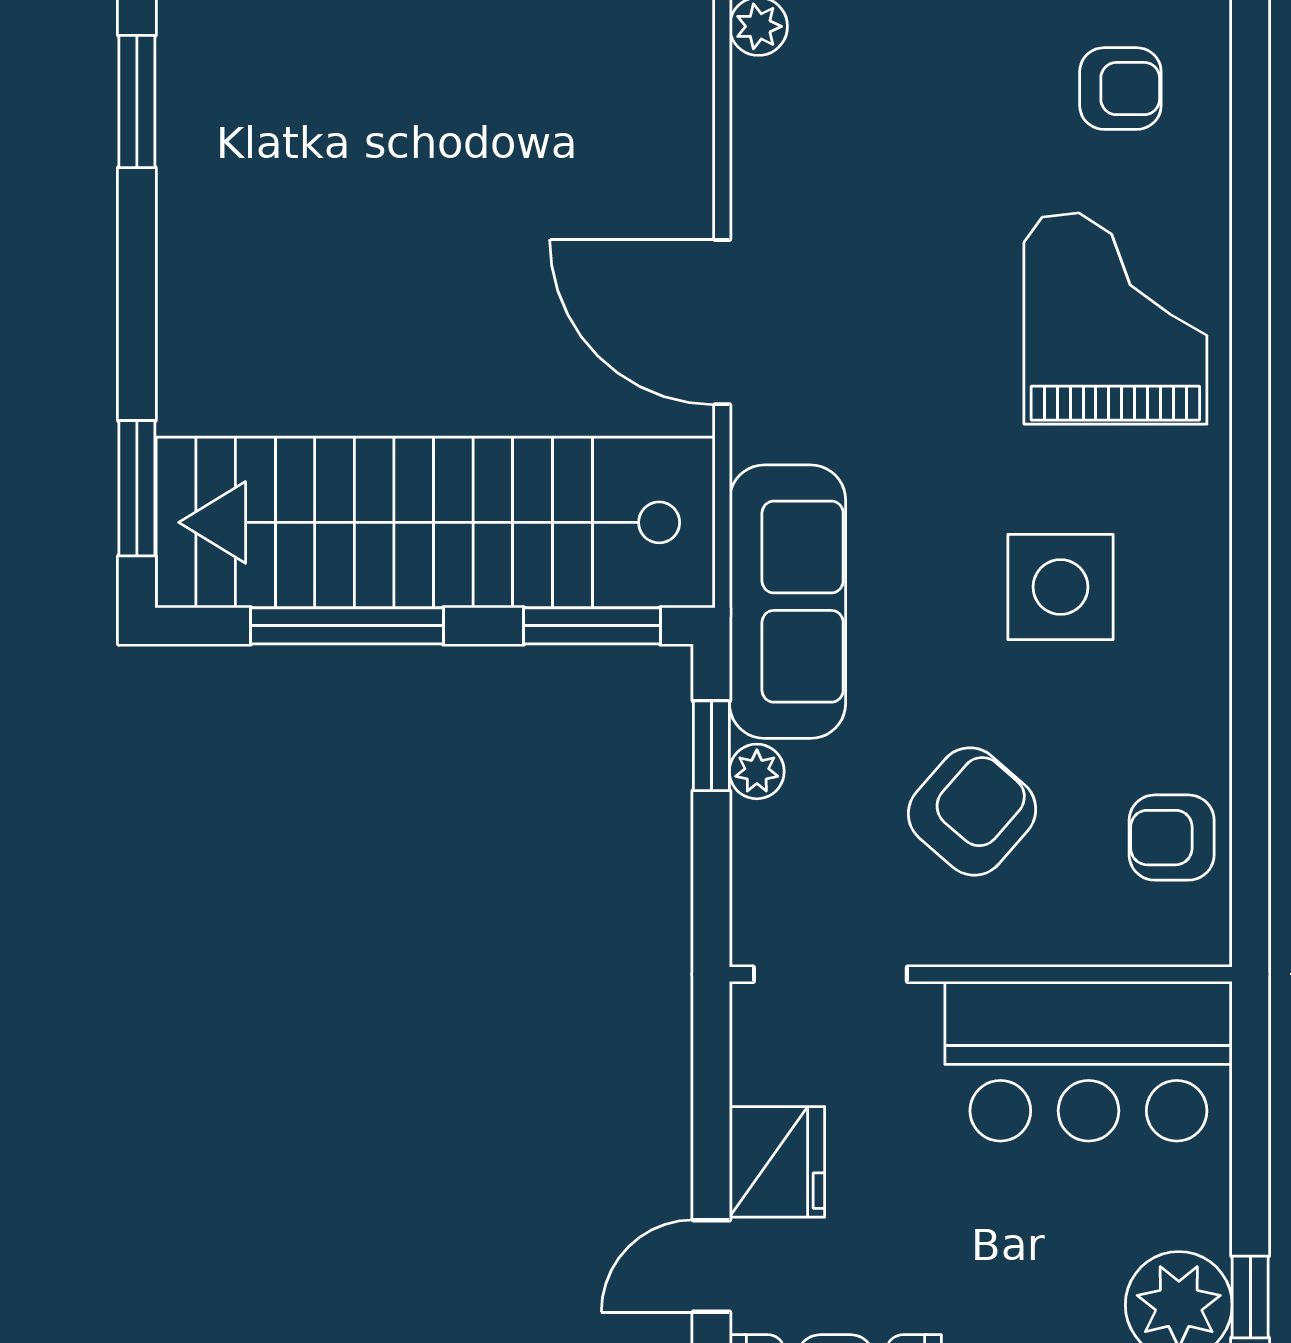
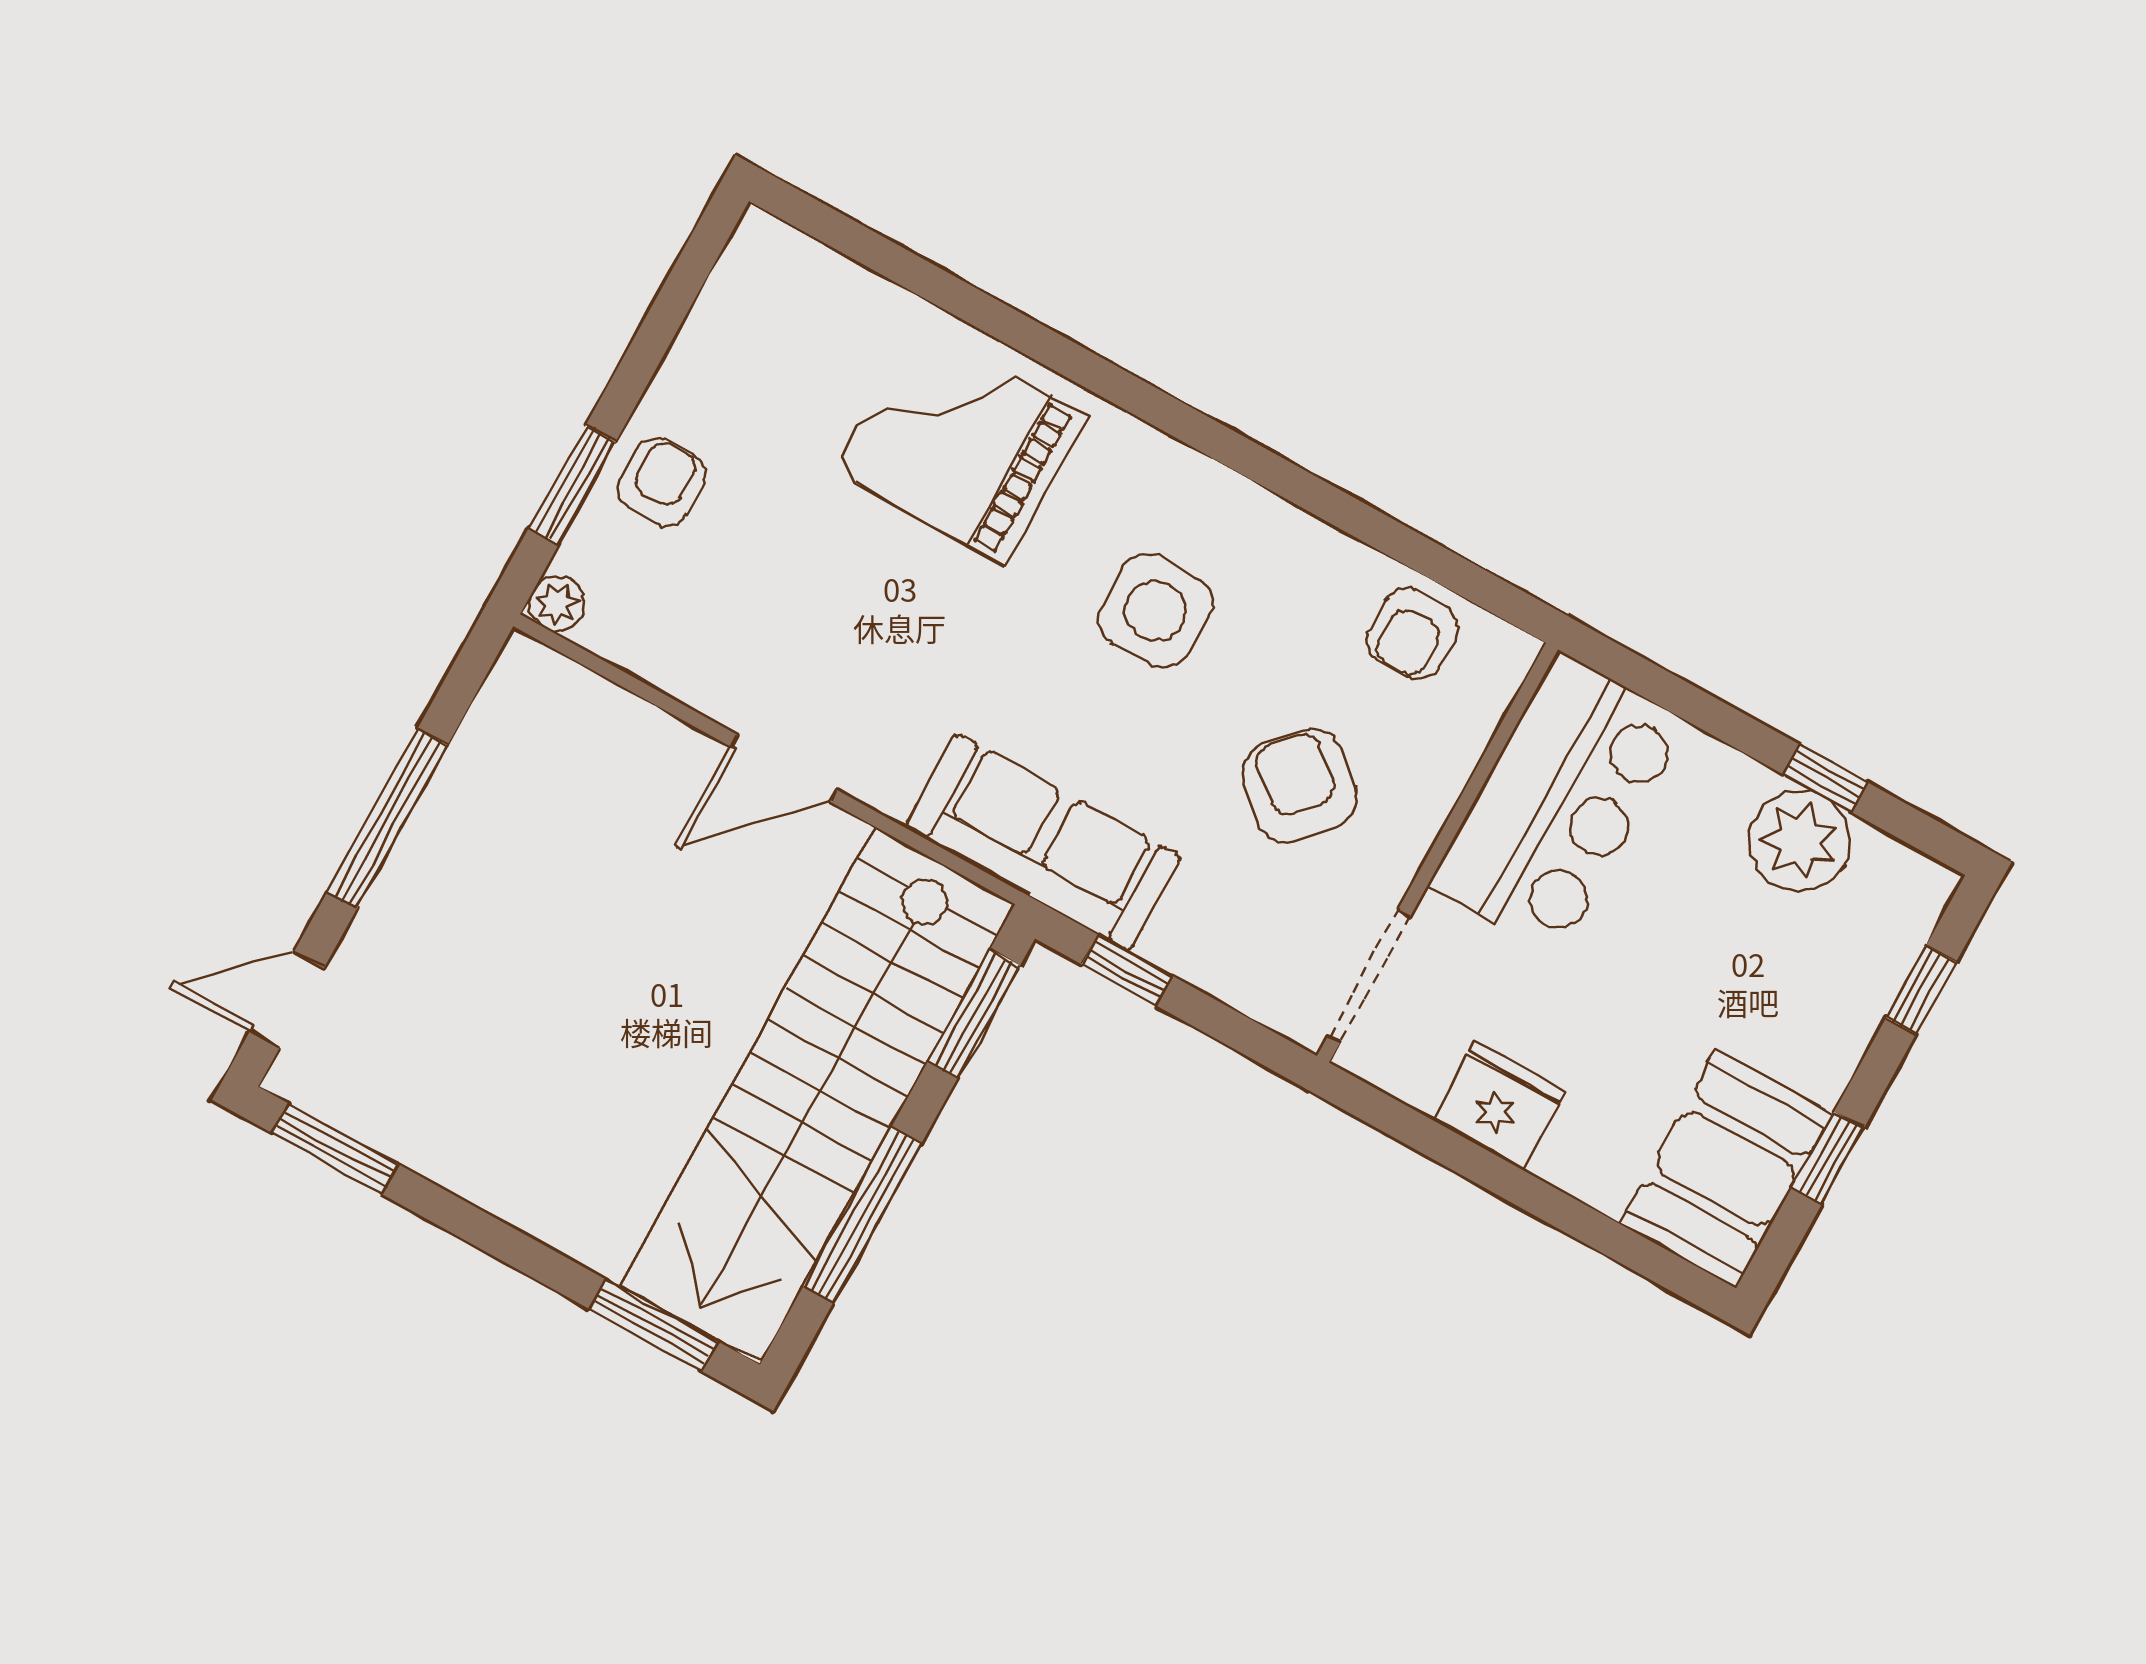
armchair: (1120, 89) -> (661, 482), moved
door: (722, 322) -> (784, 768), width x0.73
plant: (757, 771) -> (1169, 944), removed
door: (711, 1266) -> (1555, 1207), removed

